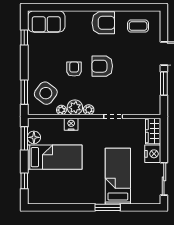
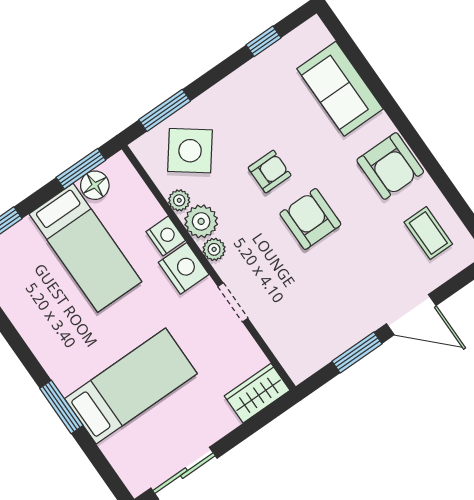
sofa: (46, 21) -> (340, 89), moved
nightstand: (153, 154) -> (184, 268), moved, turned -90

